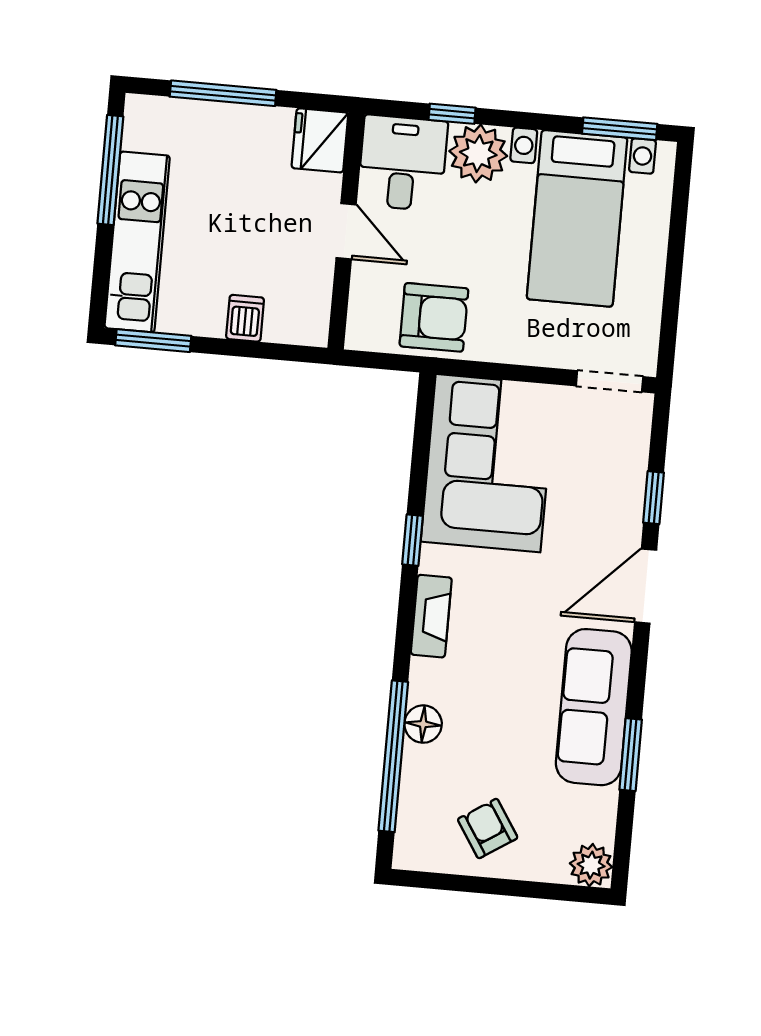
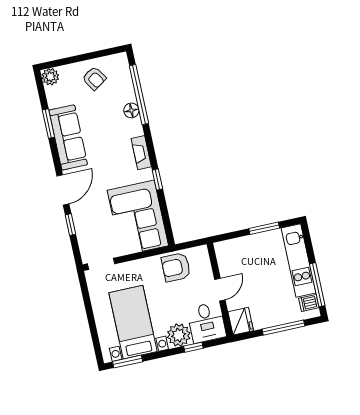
door: (346, 231) -> (220, 290), swing flipped
dishwasher: (245, 318) -> (309, 303), moved, turned 90
window: (153, 341) -> (264, 228), moved

